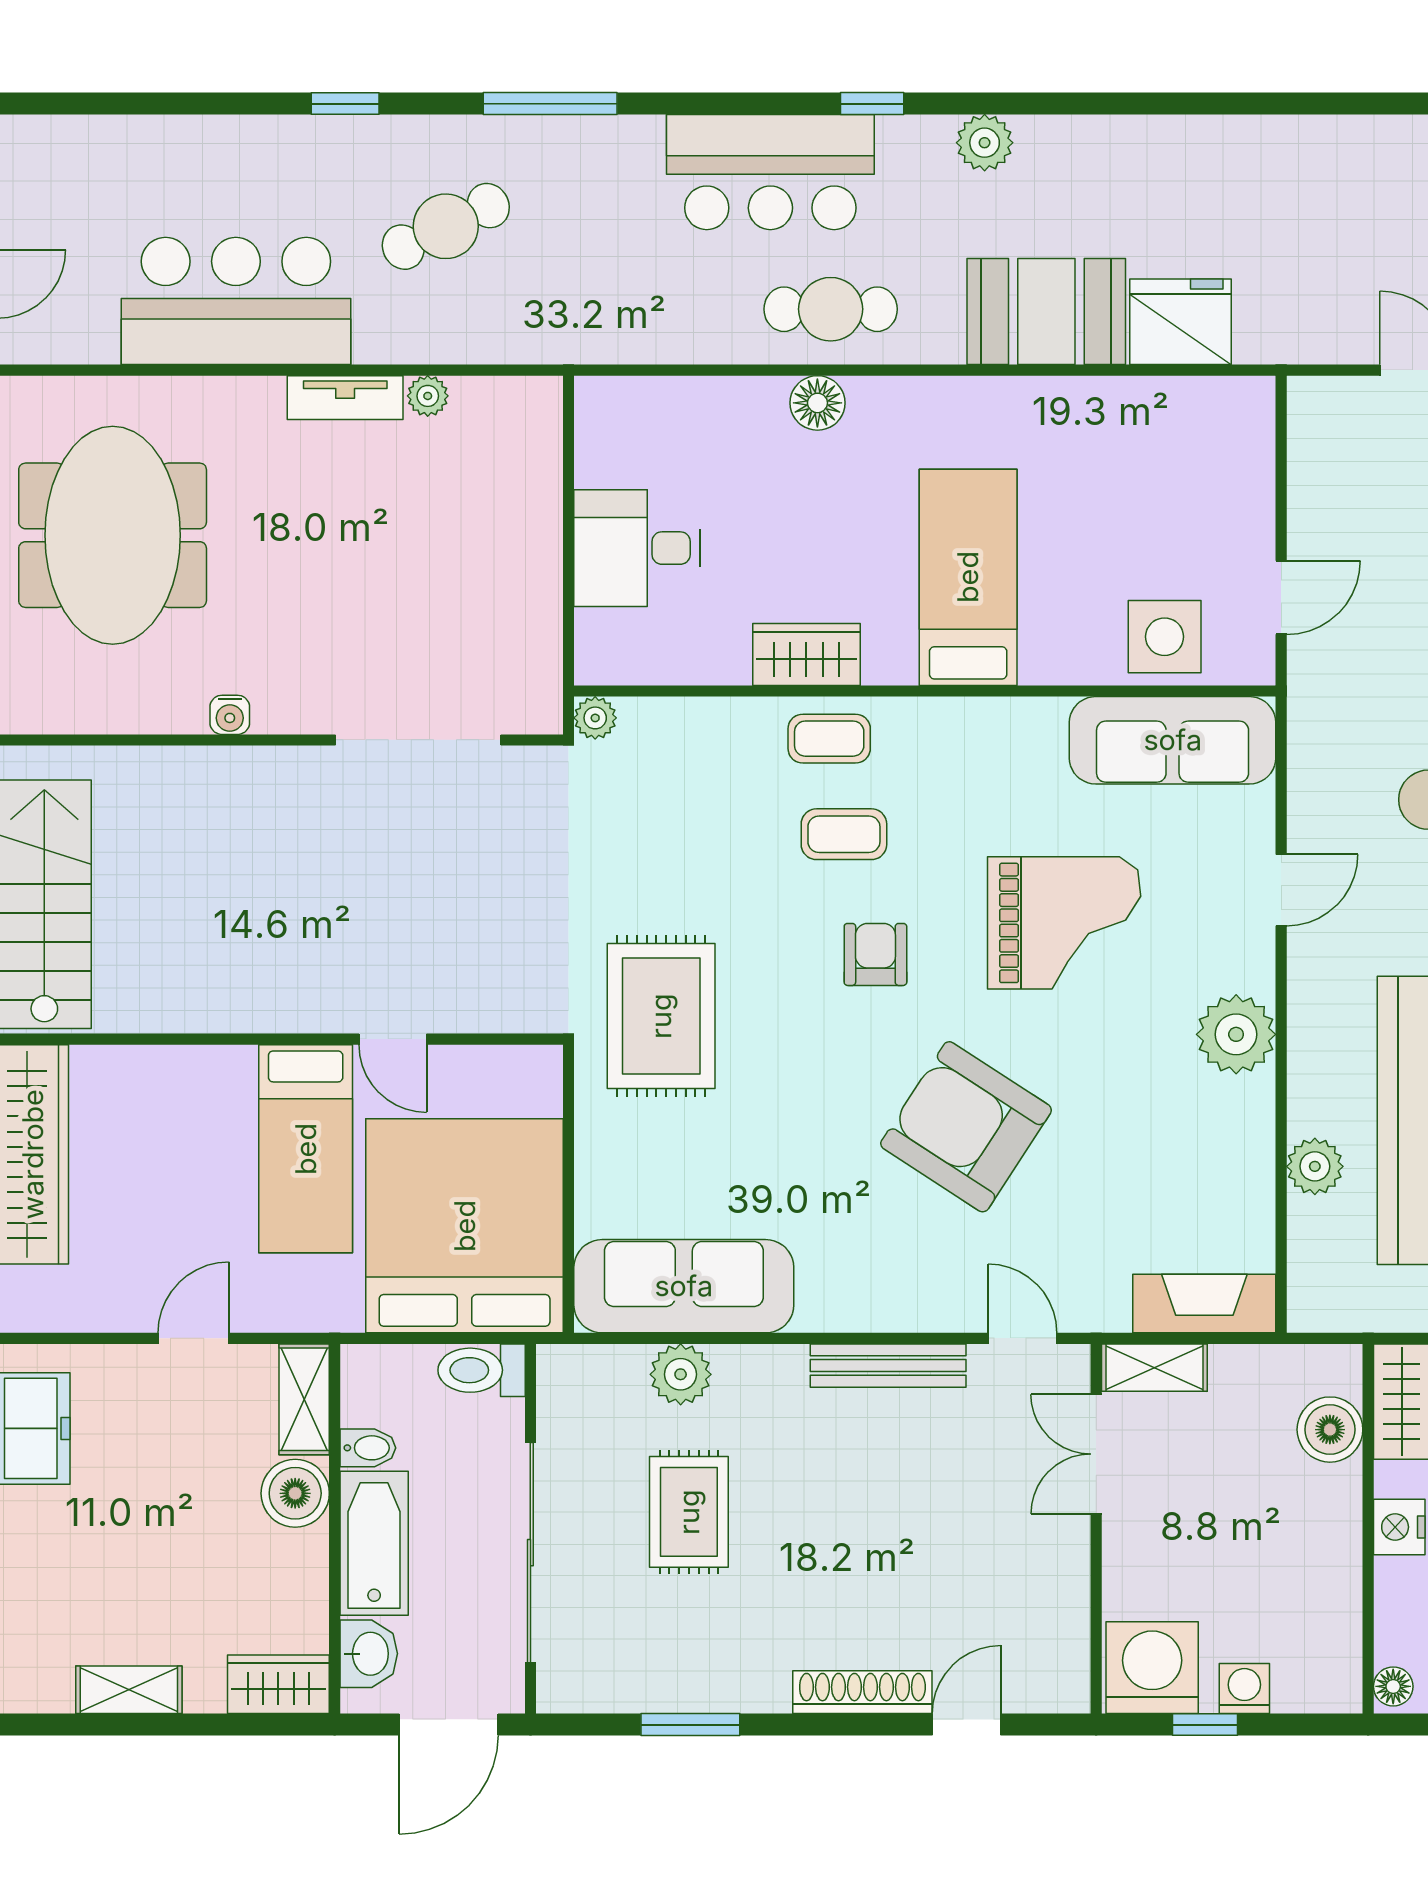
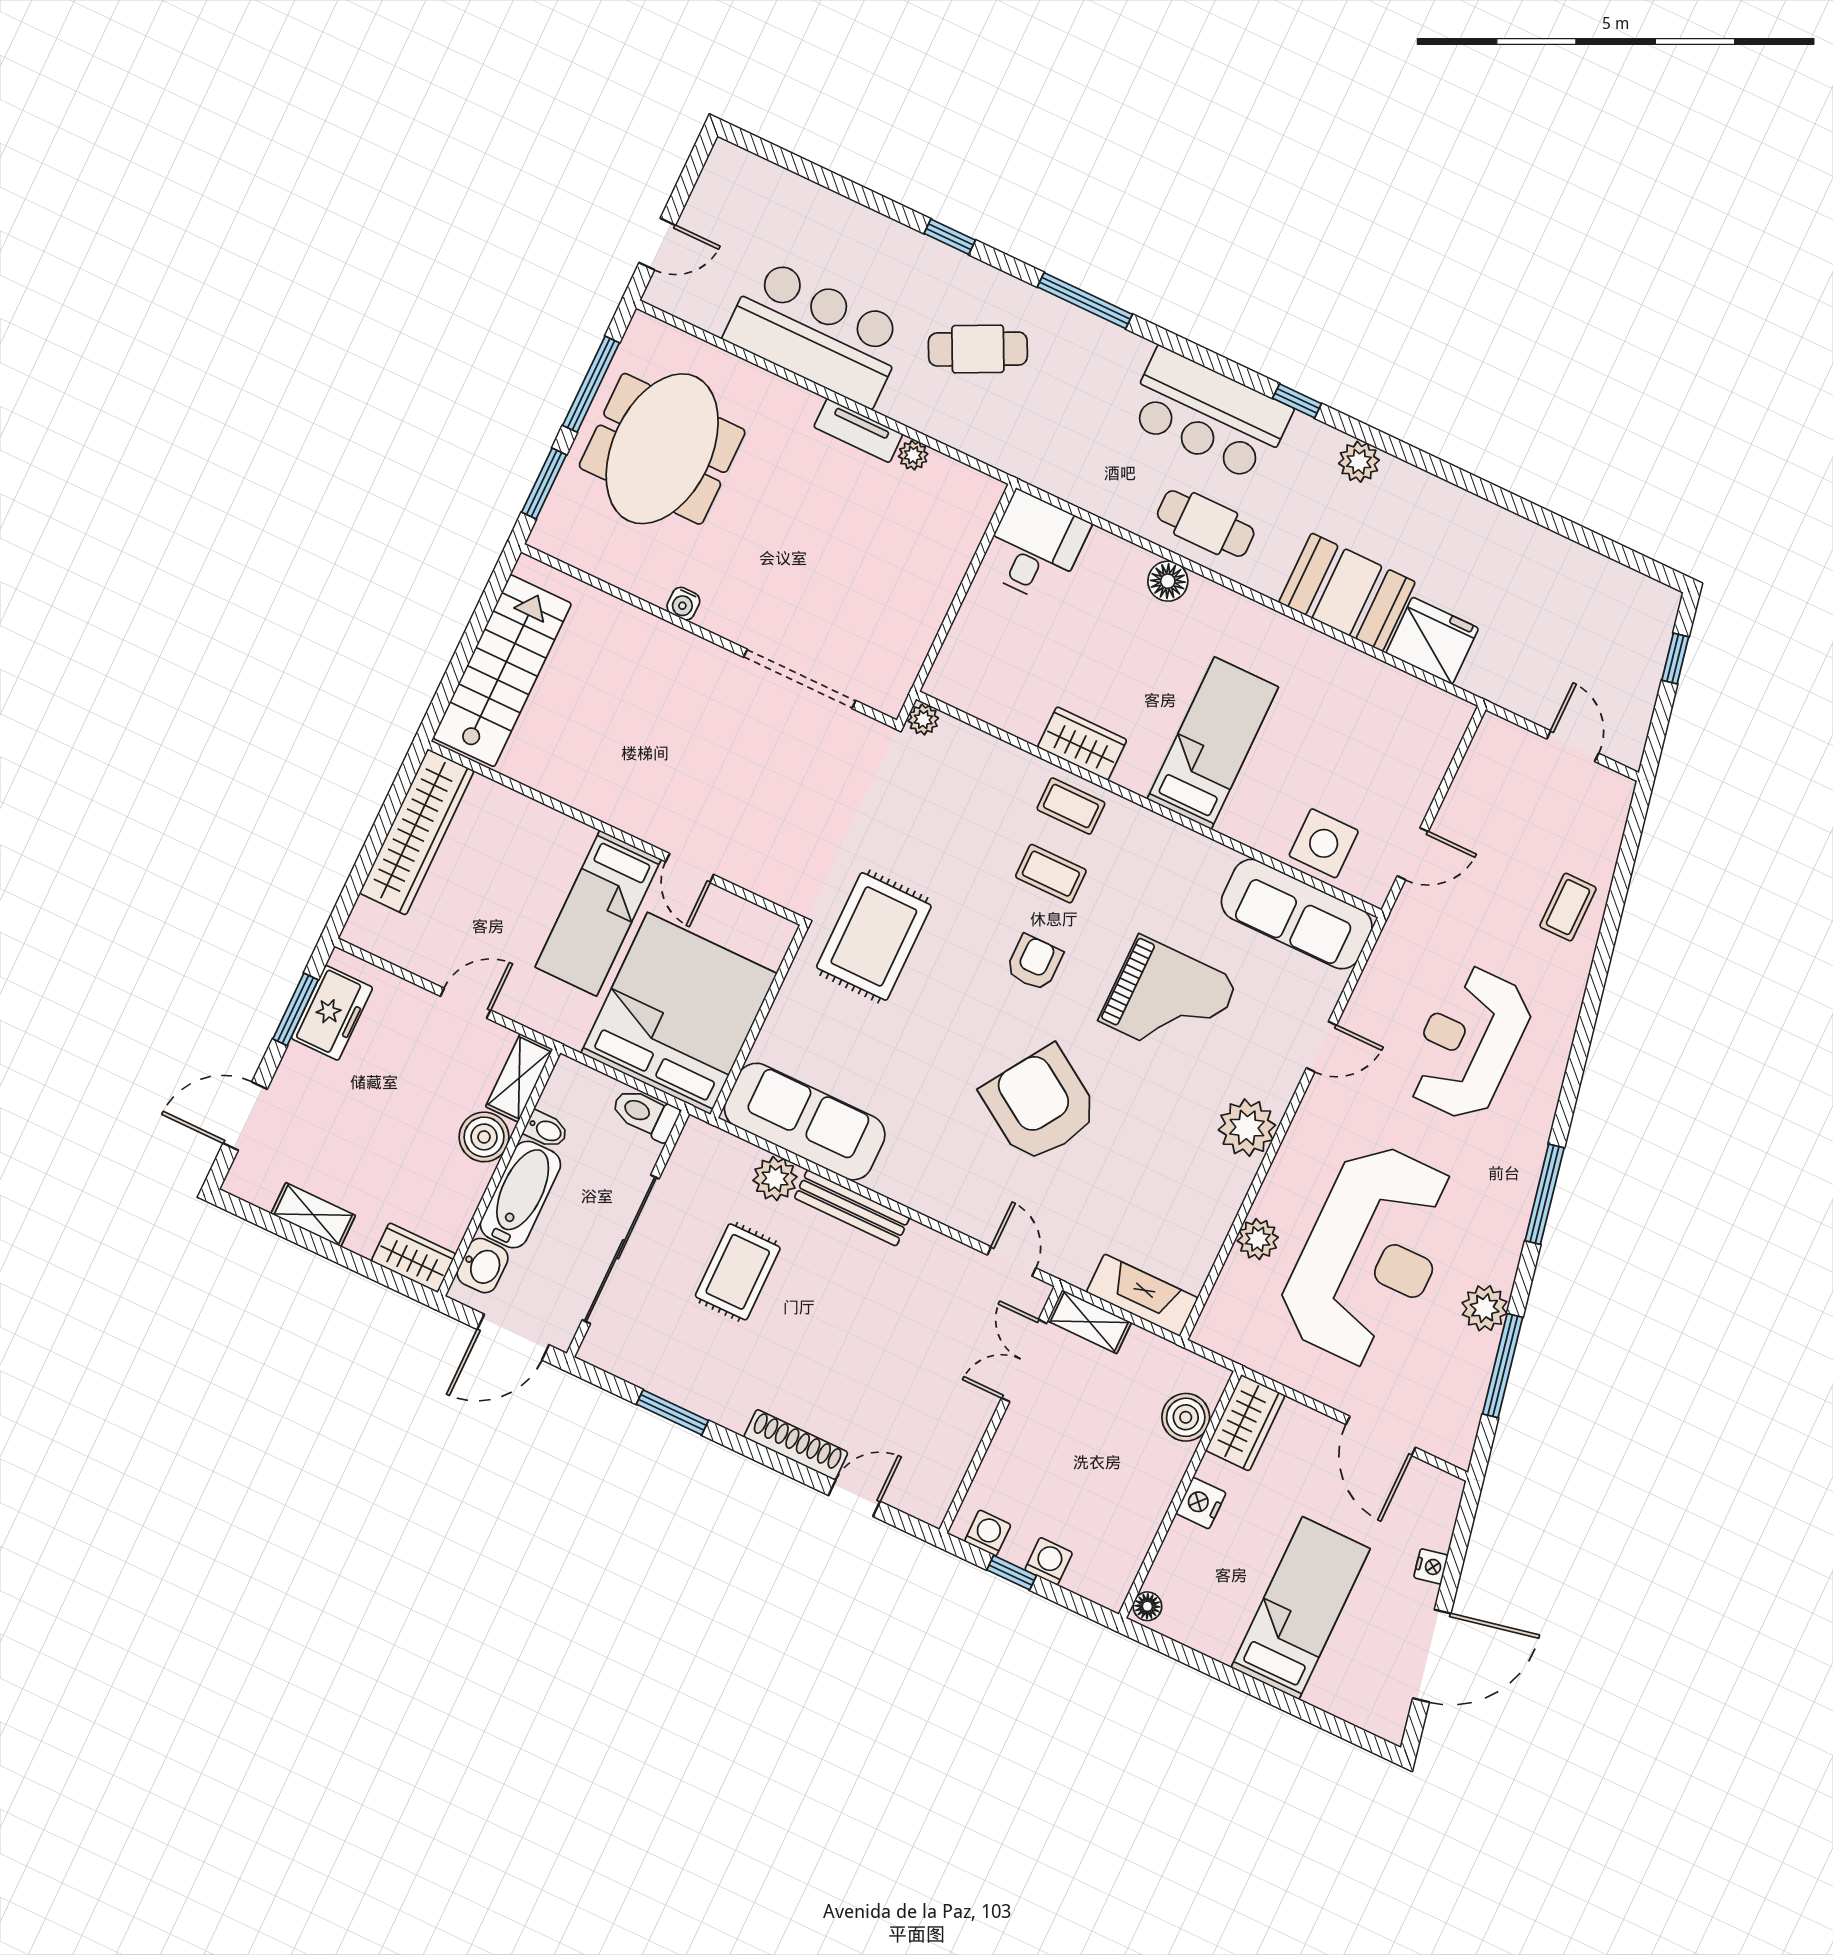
desk: (637, 548) -> (1035, 547), moved, turned 90
bench: (888, 1366) -> (852, 1208), moved
washing machine: (1152, 1668) -> (988, 1533), width x0.53, depth x0.53

